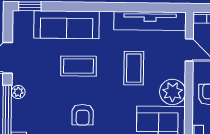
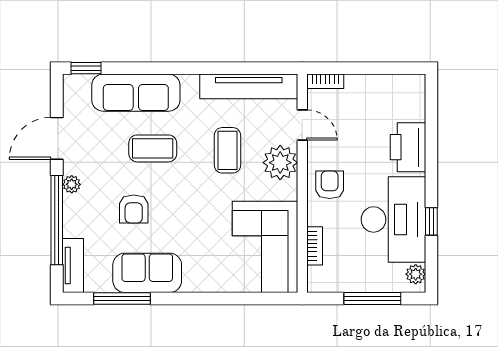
plant: (173, 92) -> (280, 163), moved
armchair: (83, 115) -> (134, 209), moved

